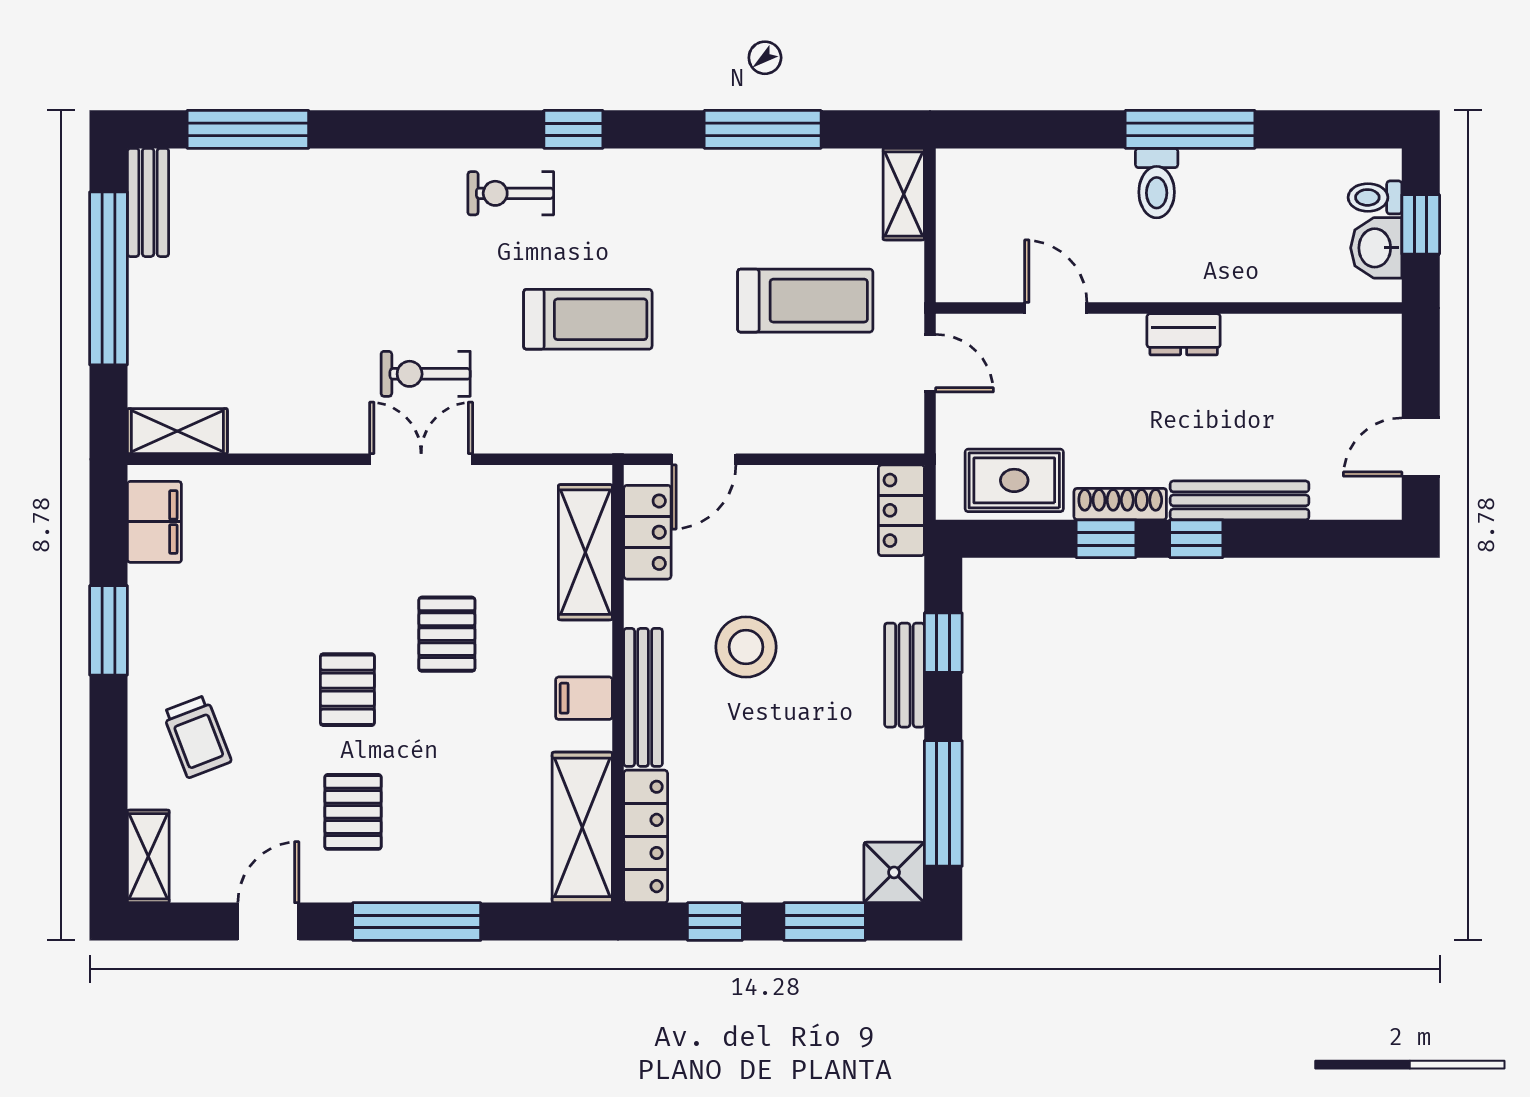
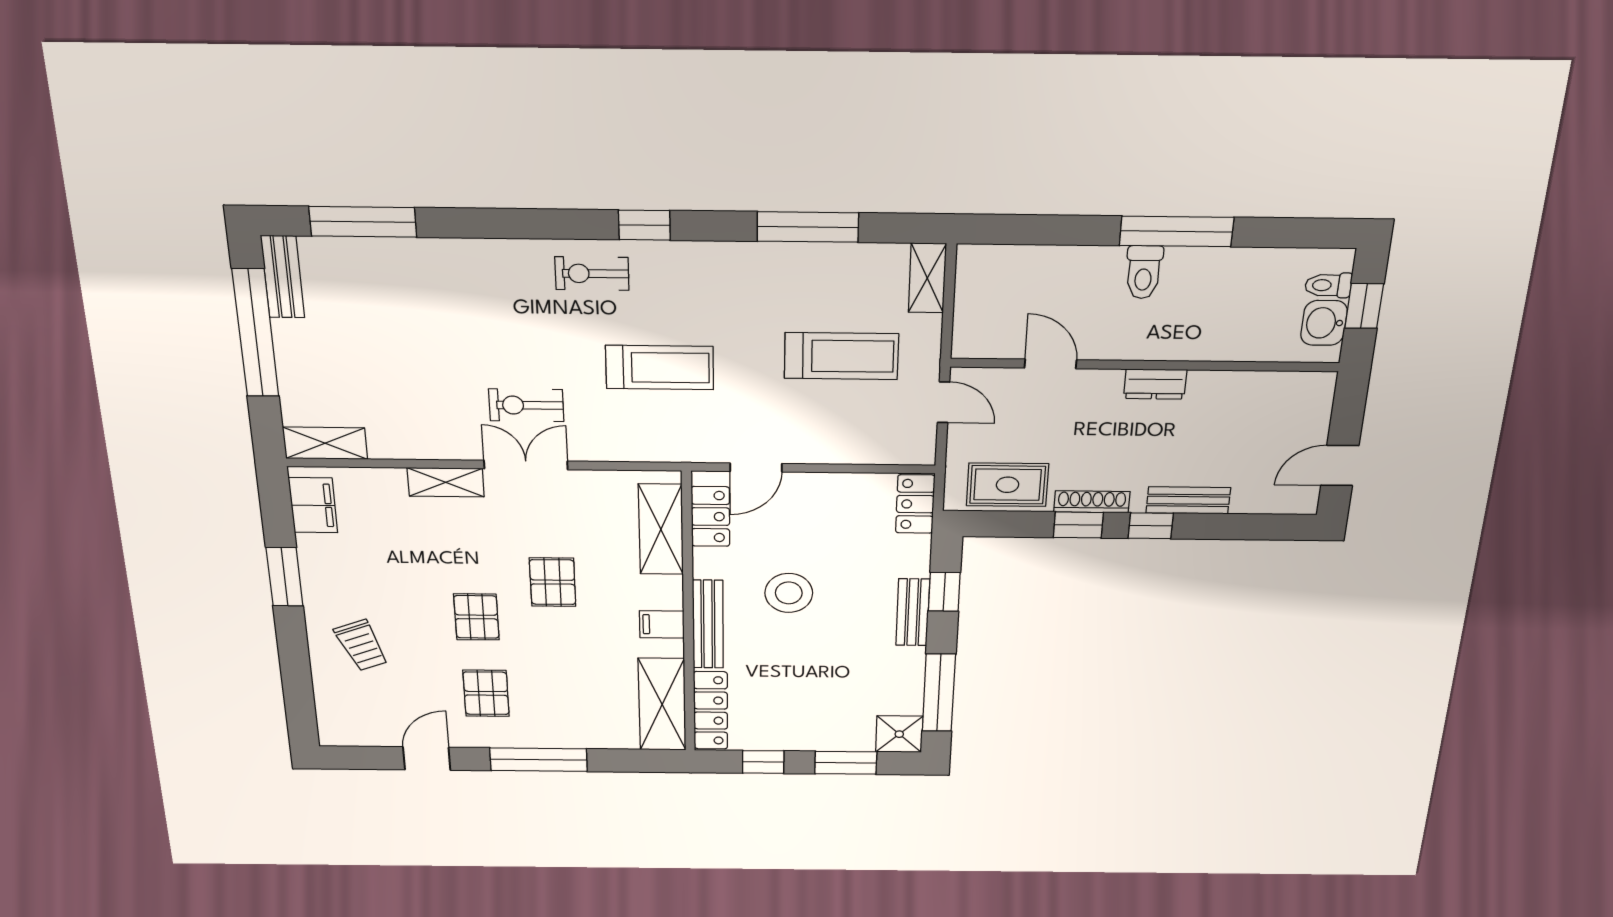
bench: (1240, 500) -> (1188, 500), width x0.73
shelving: (148, 856) -> (446, 482), moved, turned 90

